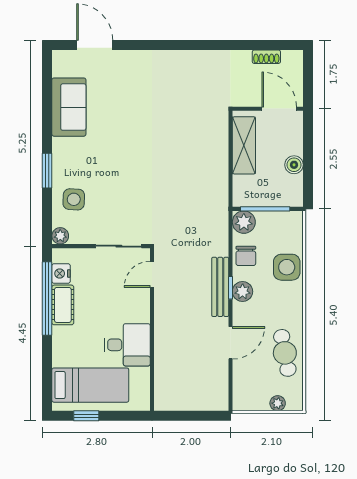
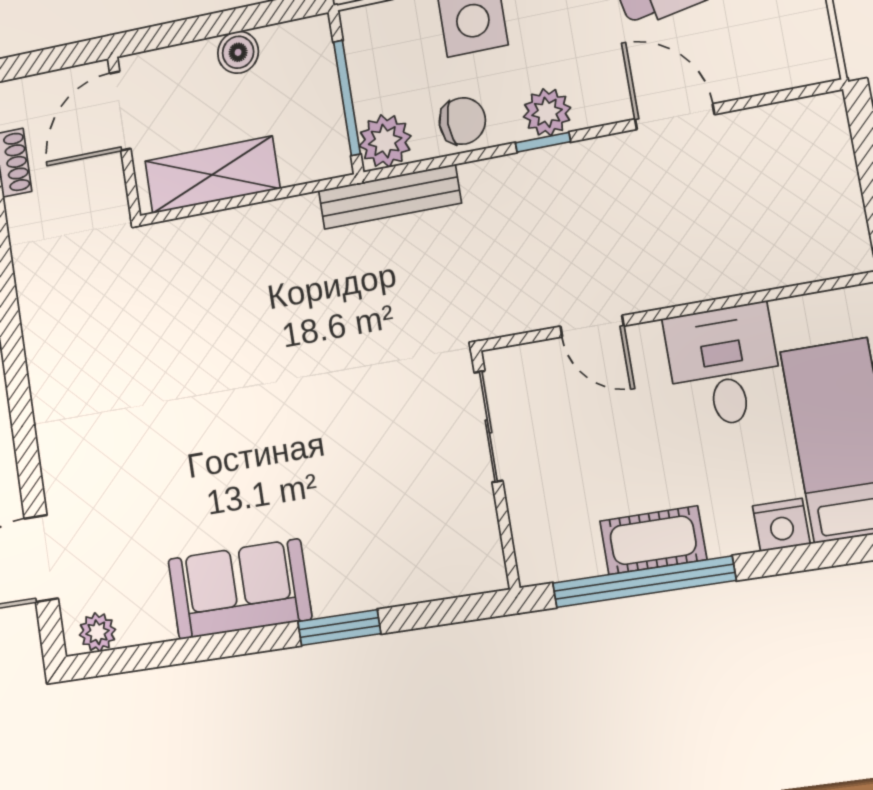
sofa: (69, 107) -> (240, 589), moved
side table: (74, 199) -> (396, 553), removed
plant: (60, 236) -> (97, 632), moved
nightstand: (61, 274) -> (781, 525), moved
door: (152, 274) -> (592, 326), moved
bench: (220, 287) -> (390, 197), moved

